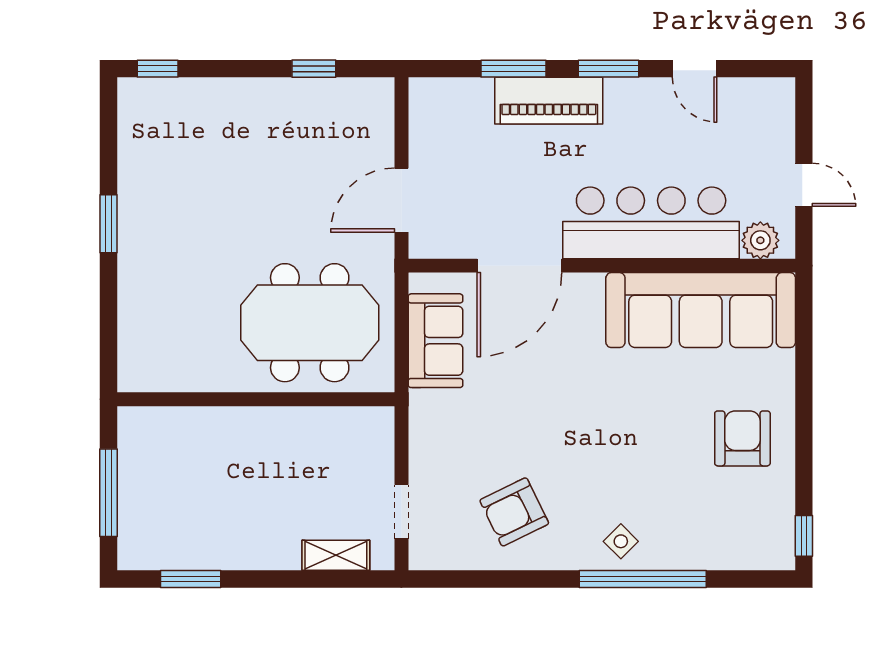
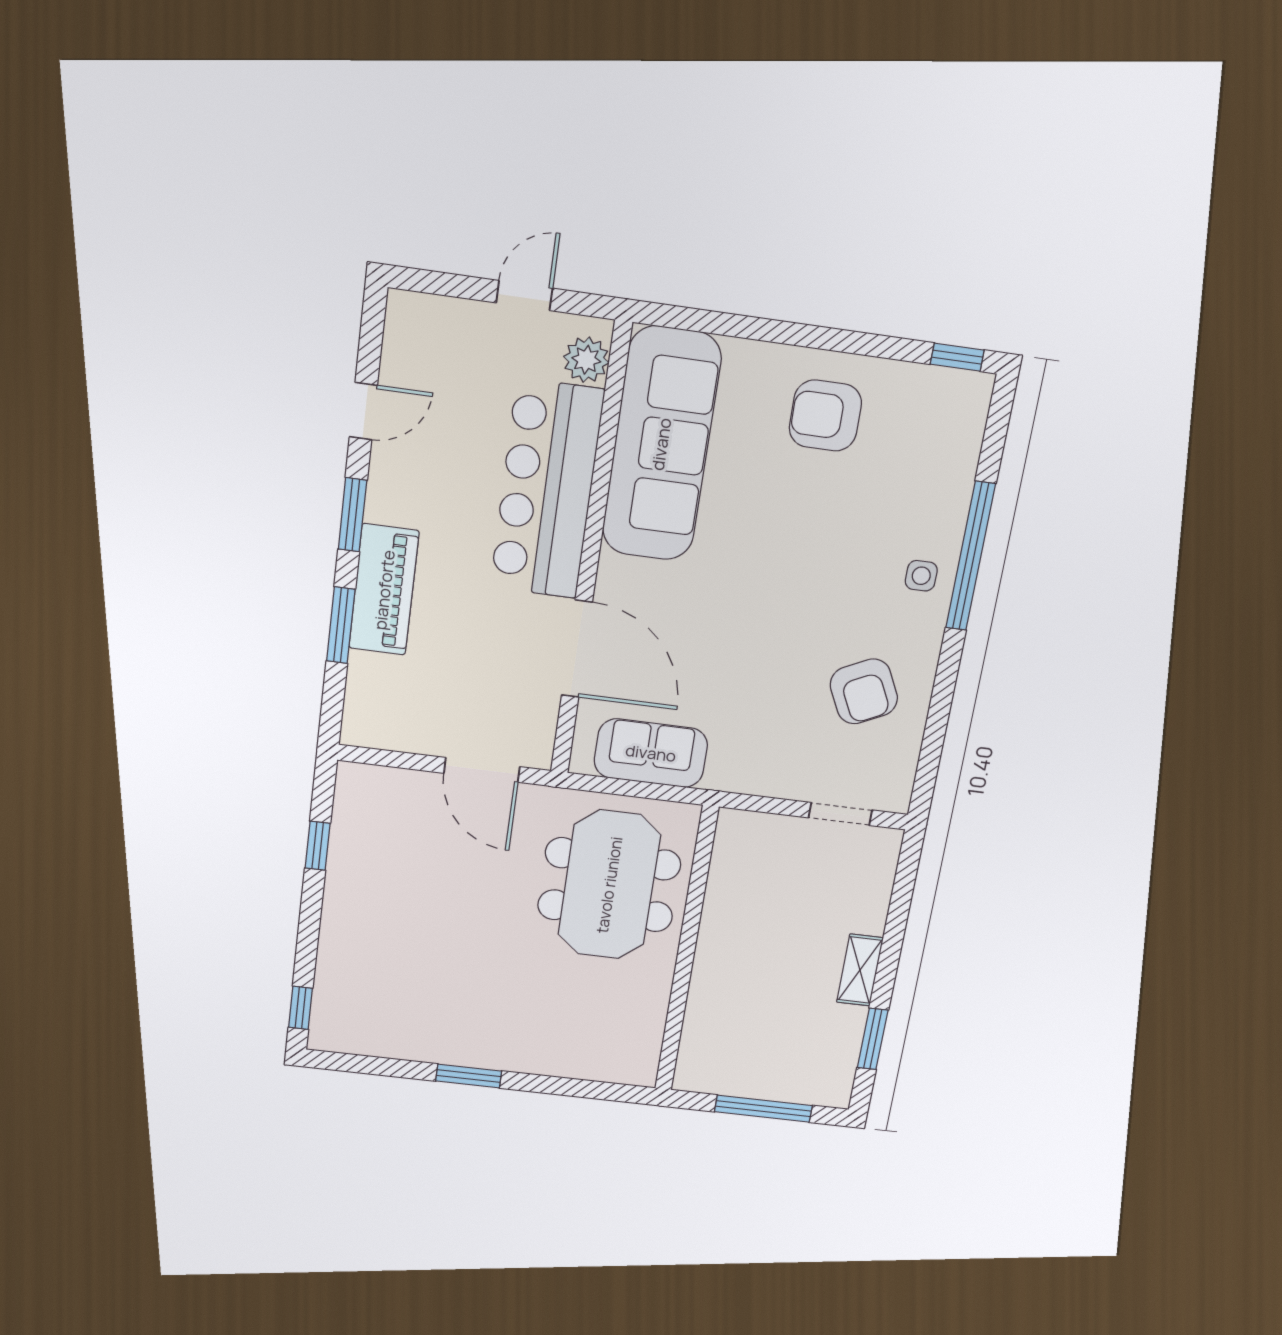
side table: (621, 541) -> (921, 576), turned 45
shelving: (336, 555) -> (860, 970), moved

